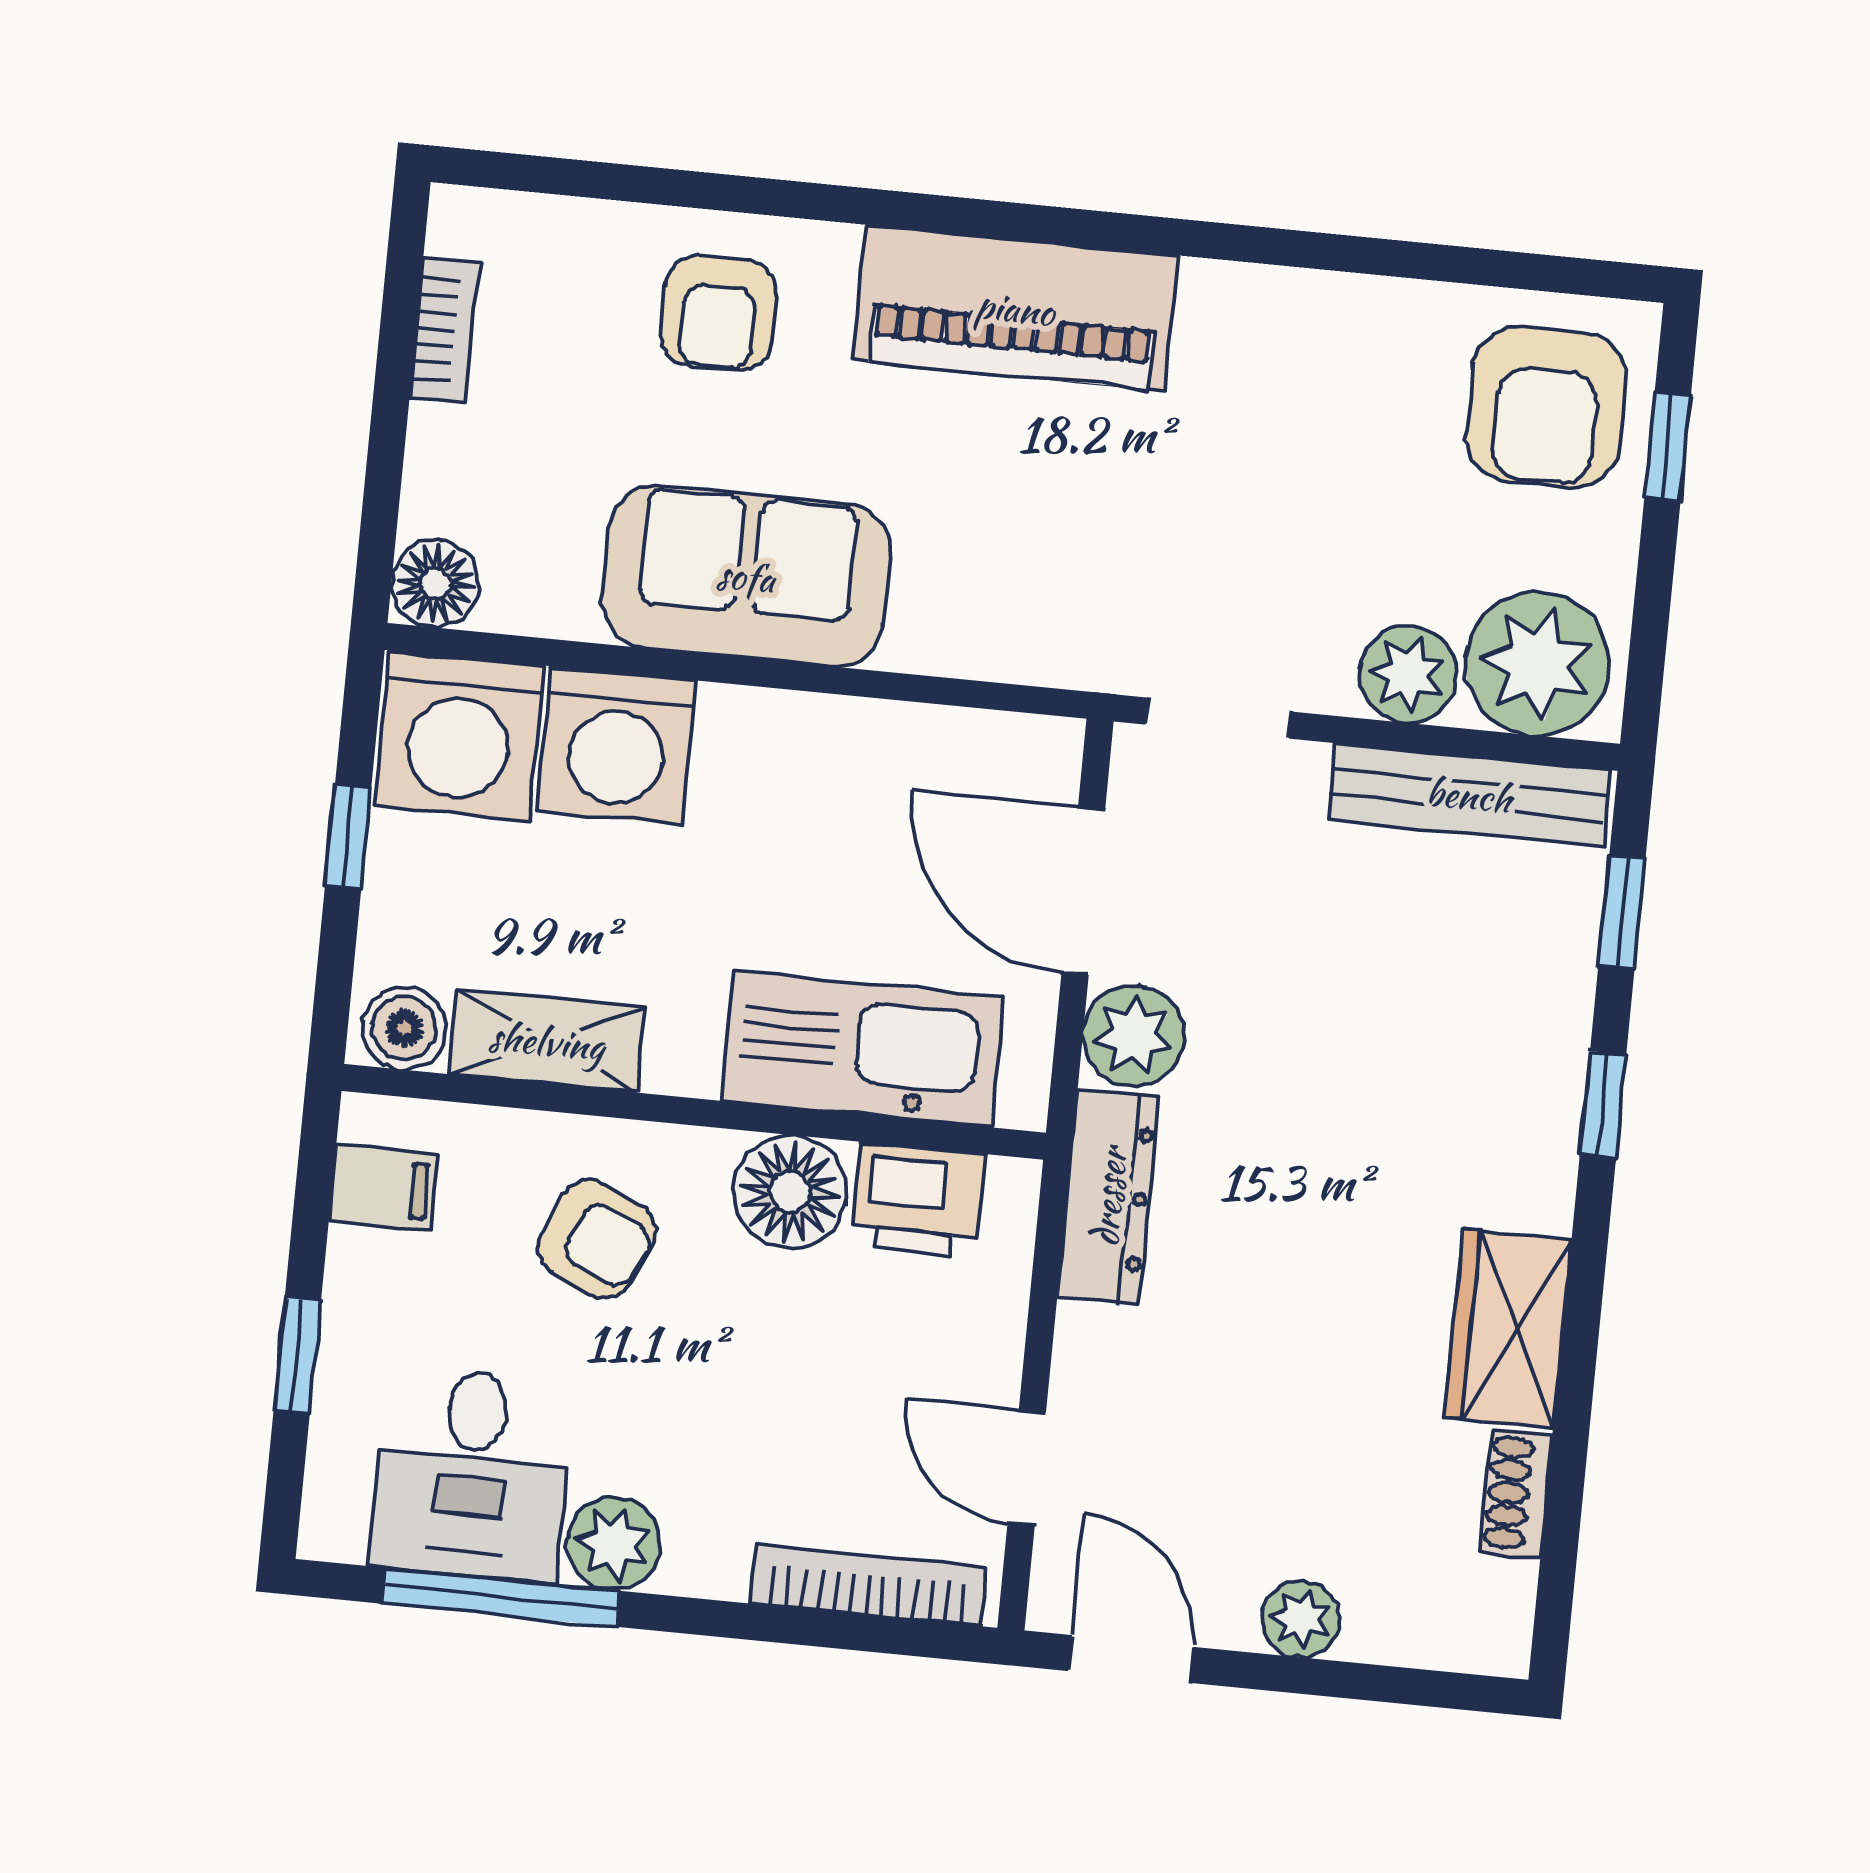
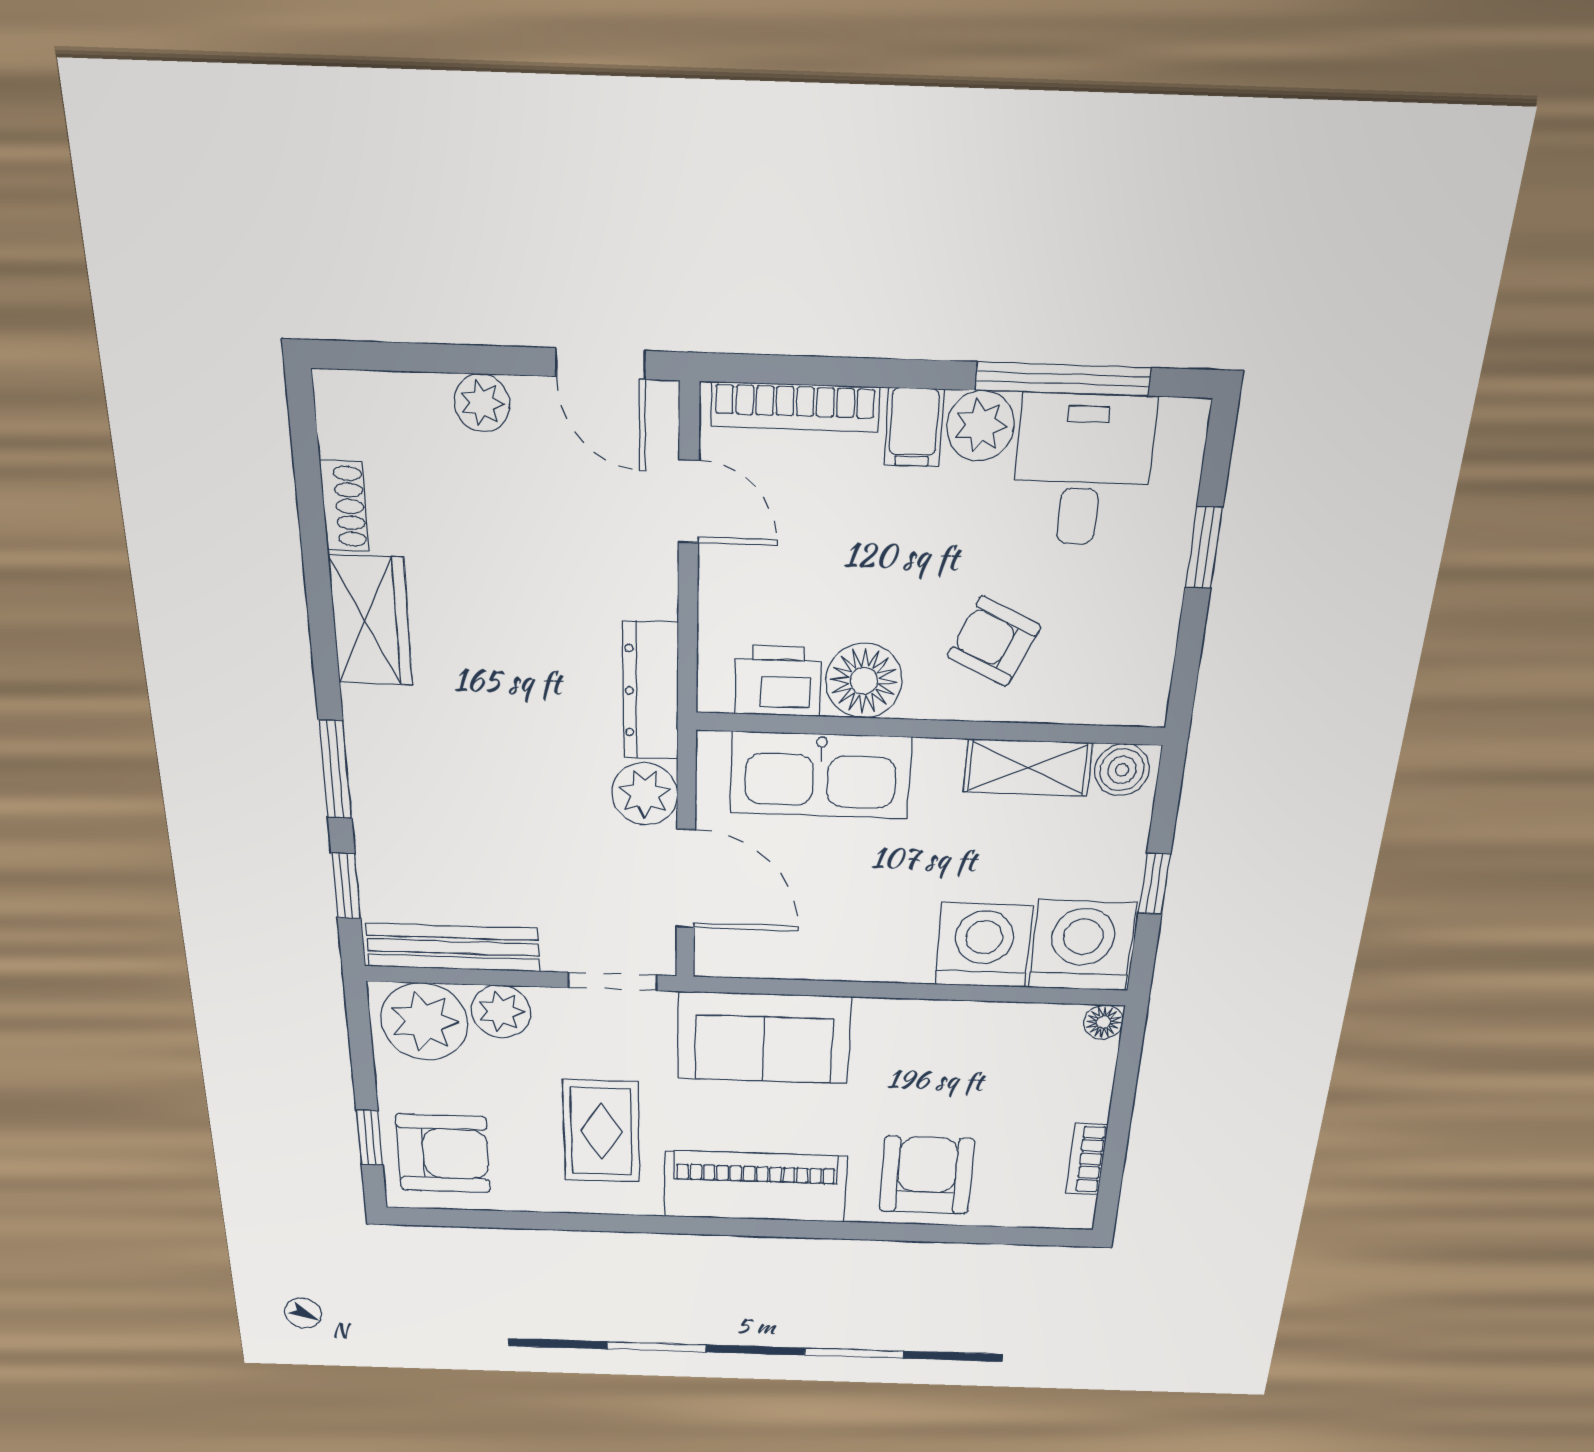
armchair: (718, 313) -> (927, 1175), width x1.38, depth x1.38
armchair: (1546, 407) -> (443, 1153), turned 90
rug: (1269, 435) -> (601, 1131), added
sofa: (746, 576) -> (764, 1038), moved
floor lamp: (435, 584) -> (1103, 1022), width x0.73, depth x0.73
window: (1603, 1105) -> (335, 770), width x1.50
filing cabinet: (383, 1188) -> (914, 427), moved, turned -90

